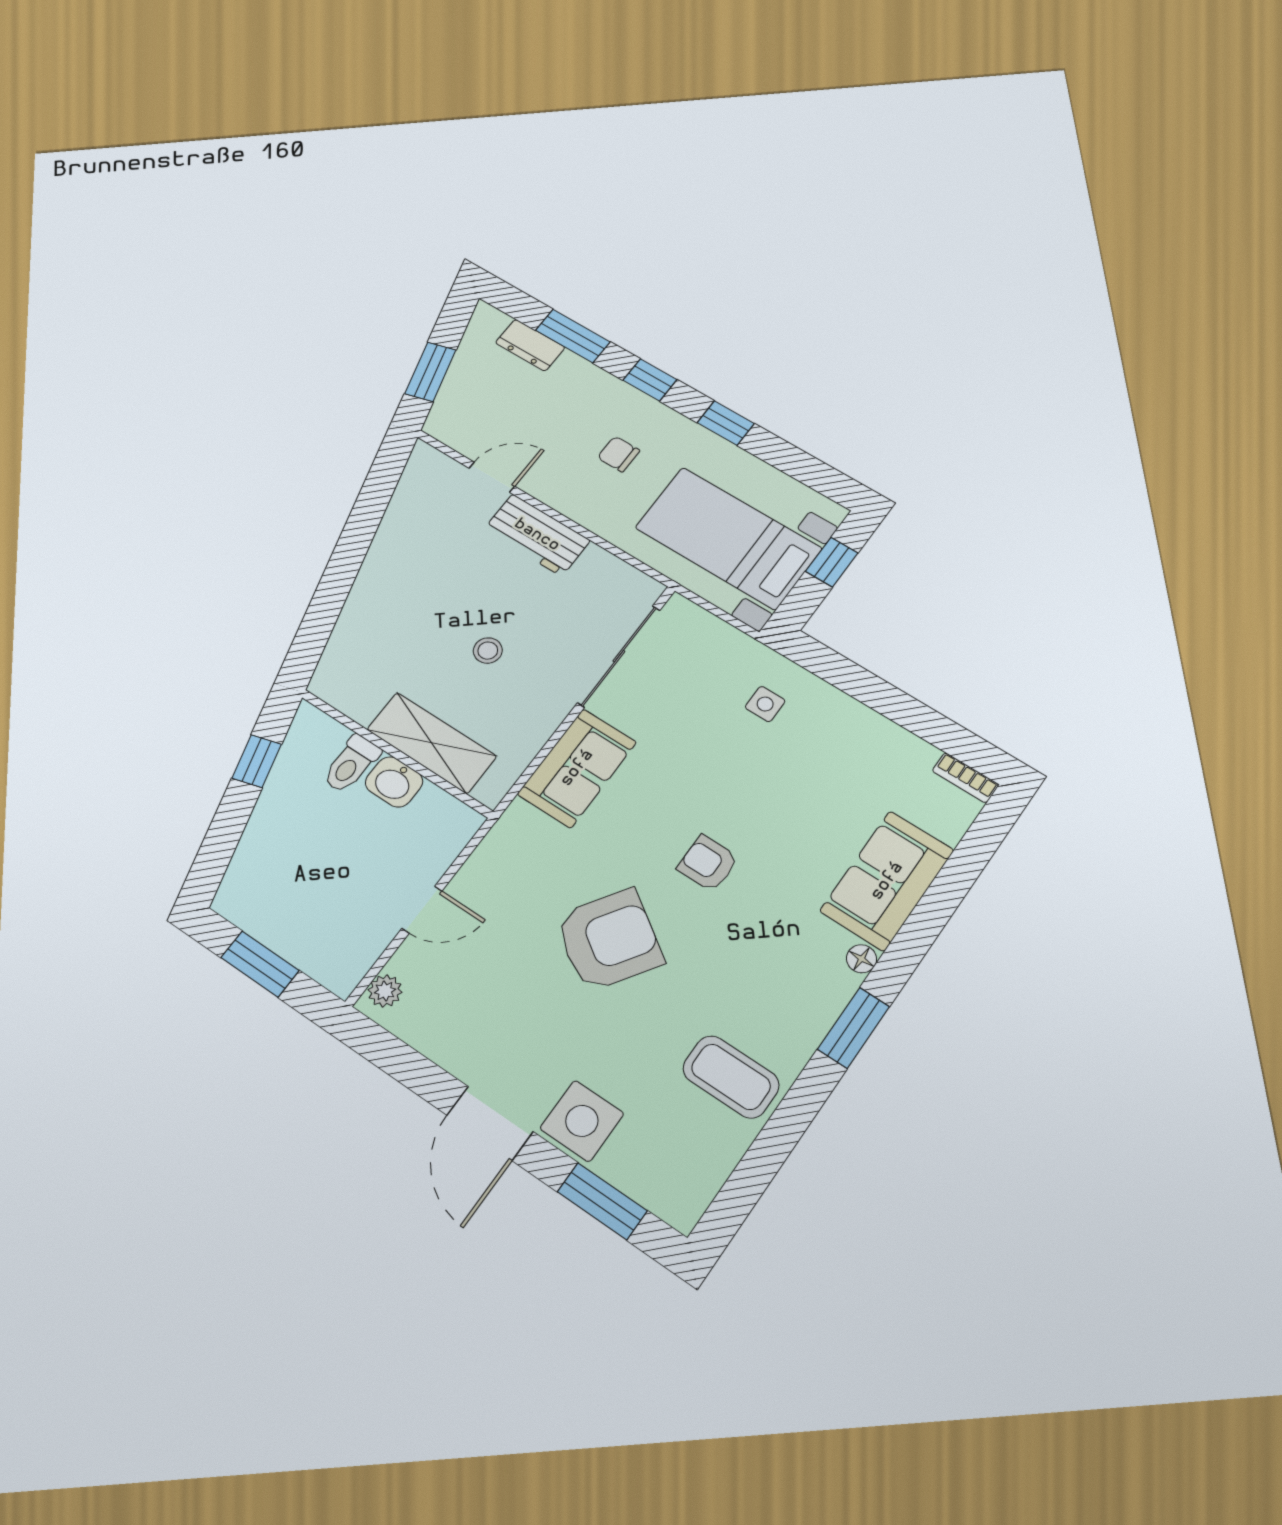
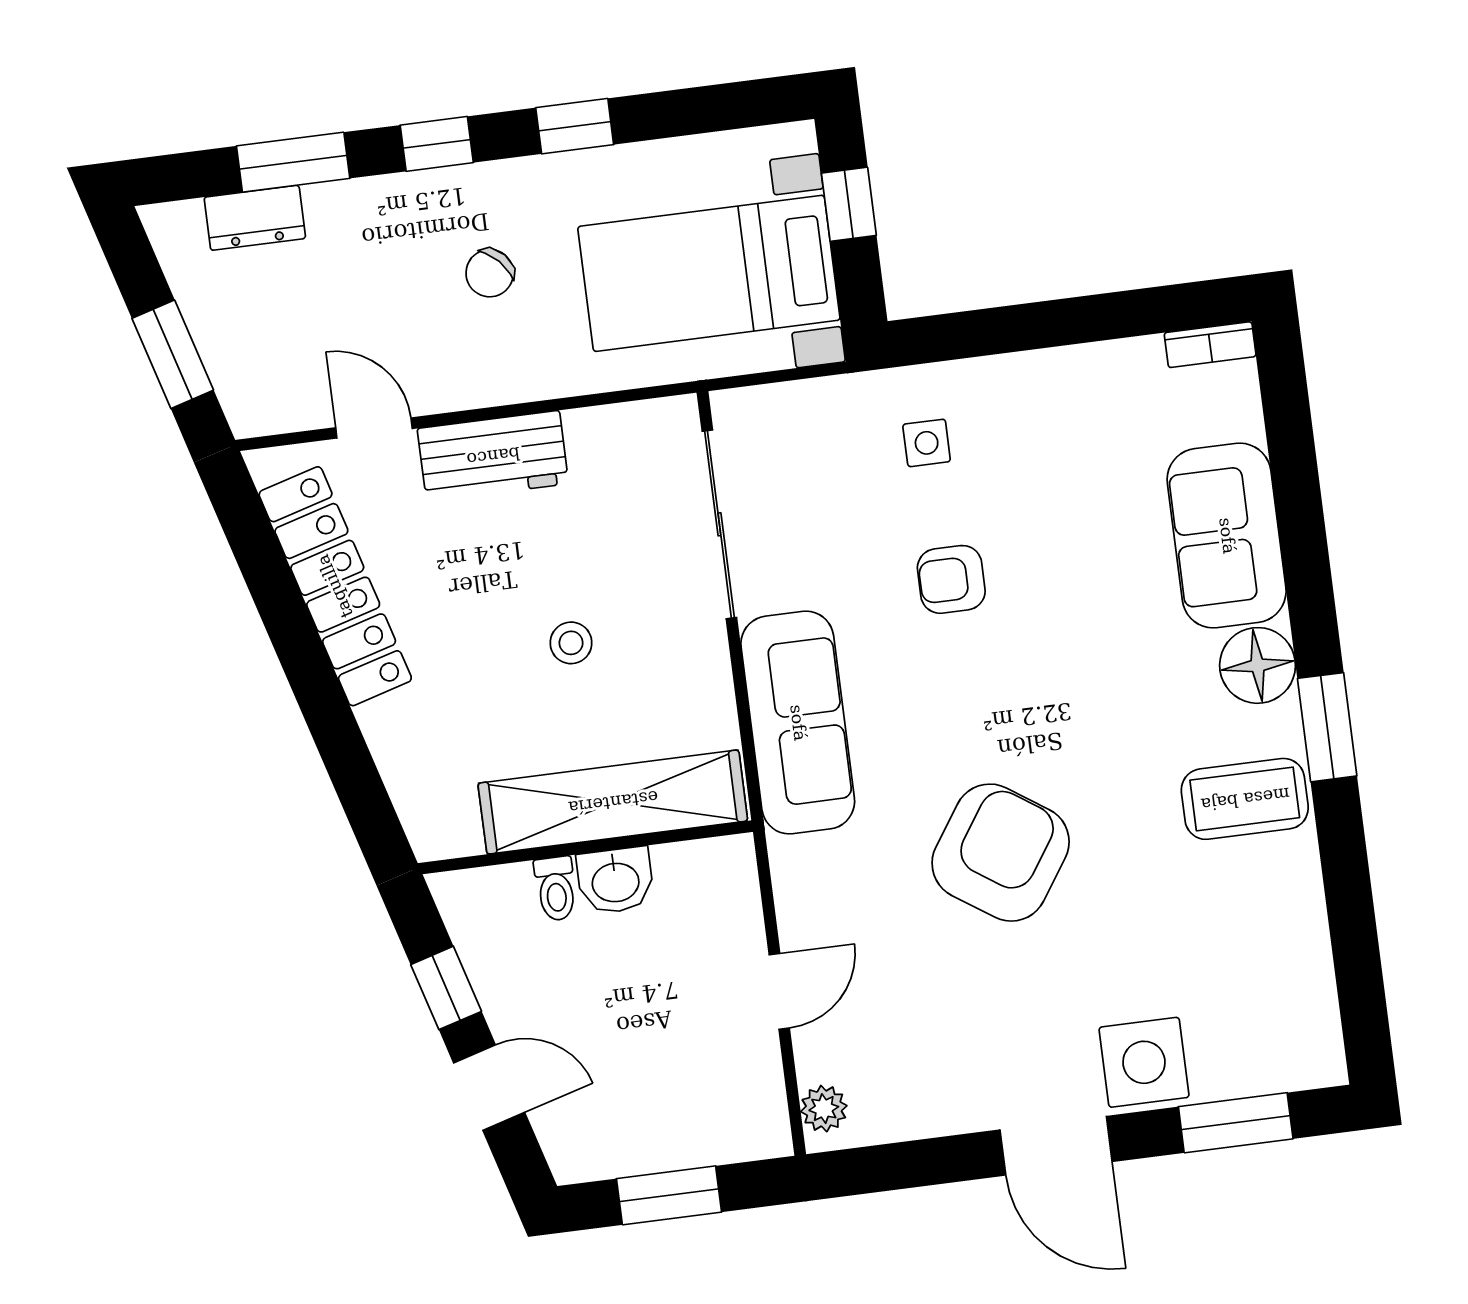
chair: (619, 454) -> (490, 273), turned -43
door: (492, 477) -> (374, 428), hinge flipped
locker: (400, 531) -> (335, 586), added
shelving: (432, 743) -> (613, 802), width x1.47
toilet: (351, 764) -> (556, 889), width x0.73, depth x0.72
sofa: (577, 768) -> (798, 723), width x1.36
door: (227, 828) -> (489, 1088), added
armchair: (708, 863) -> (951, 579), moved
floor lamp: (862, 959) -> (1258, 665), width x1.89, depth x1.89
coffee table: (731, 1077) -> (1245, 799), moved

